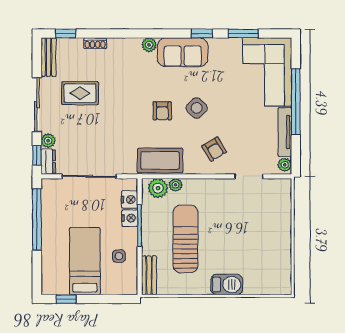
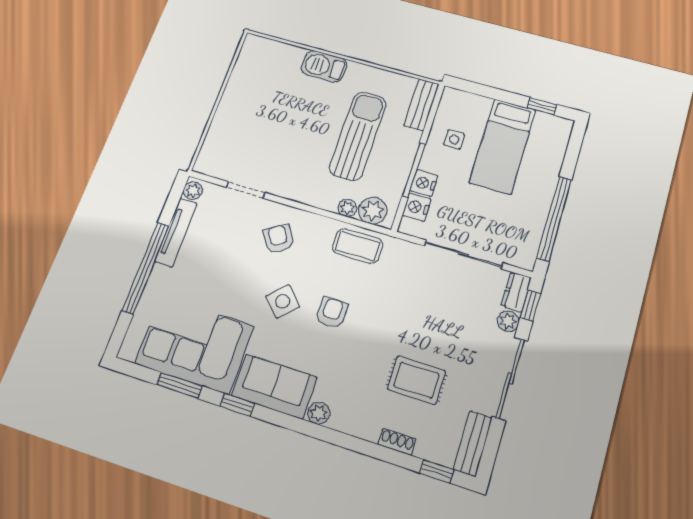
corner sofa: (267, 72) -> (195, 345), moved, turned -90
rug: (80, 93) -> (416, 380), moved
coffee table: (160, 160) -> (358, 246), width x0.73, depth x0.76
sun lounger: (185, 239) -> (358, 136), turned 180

